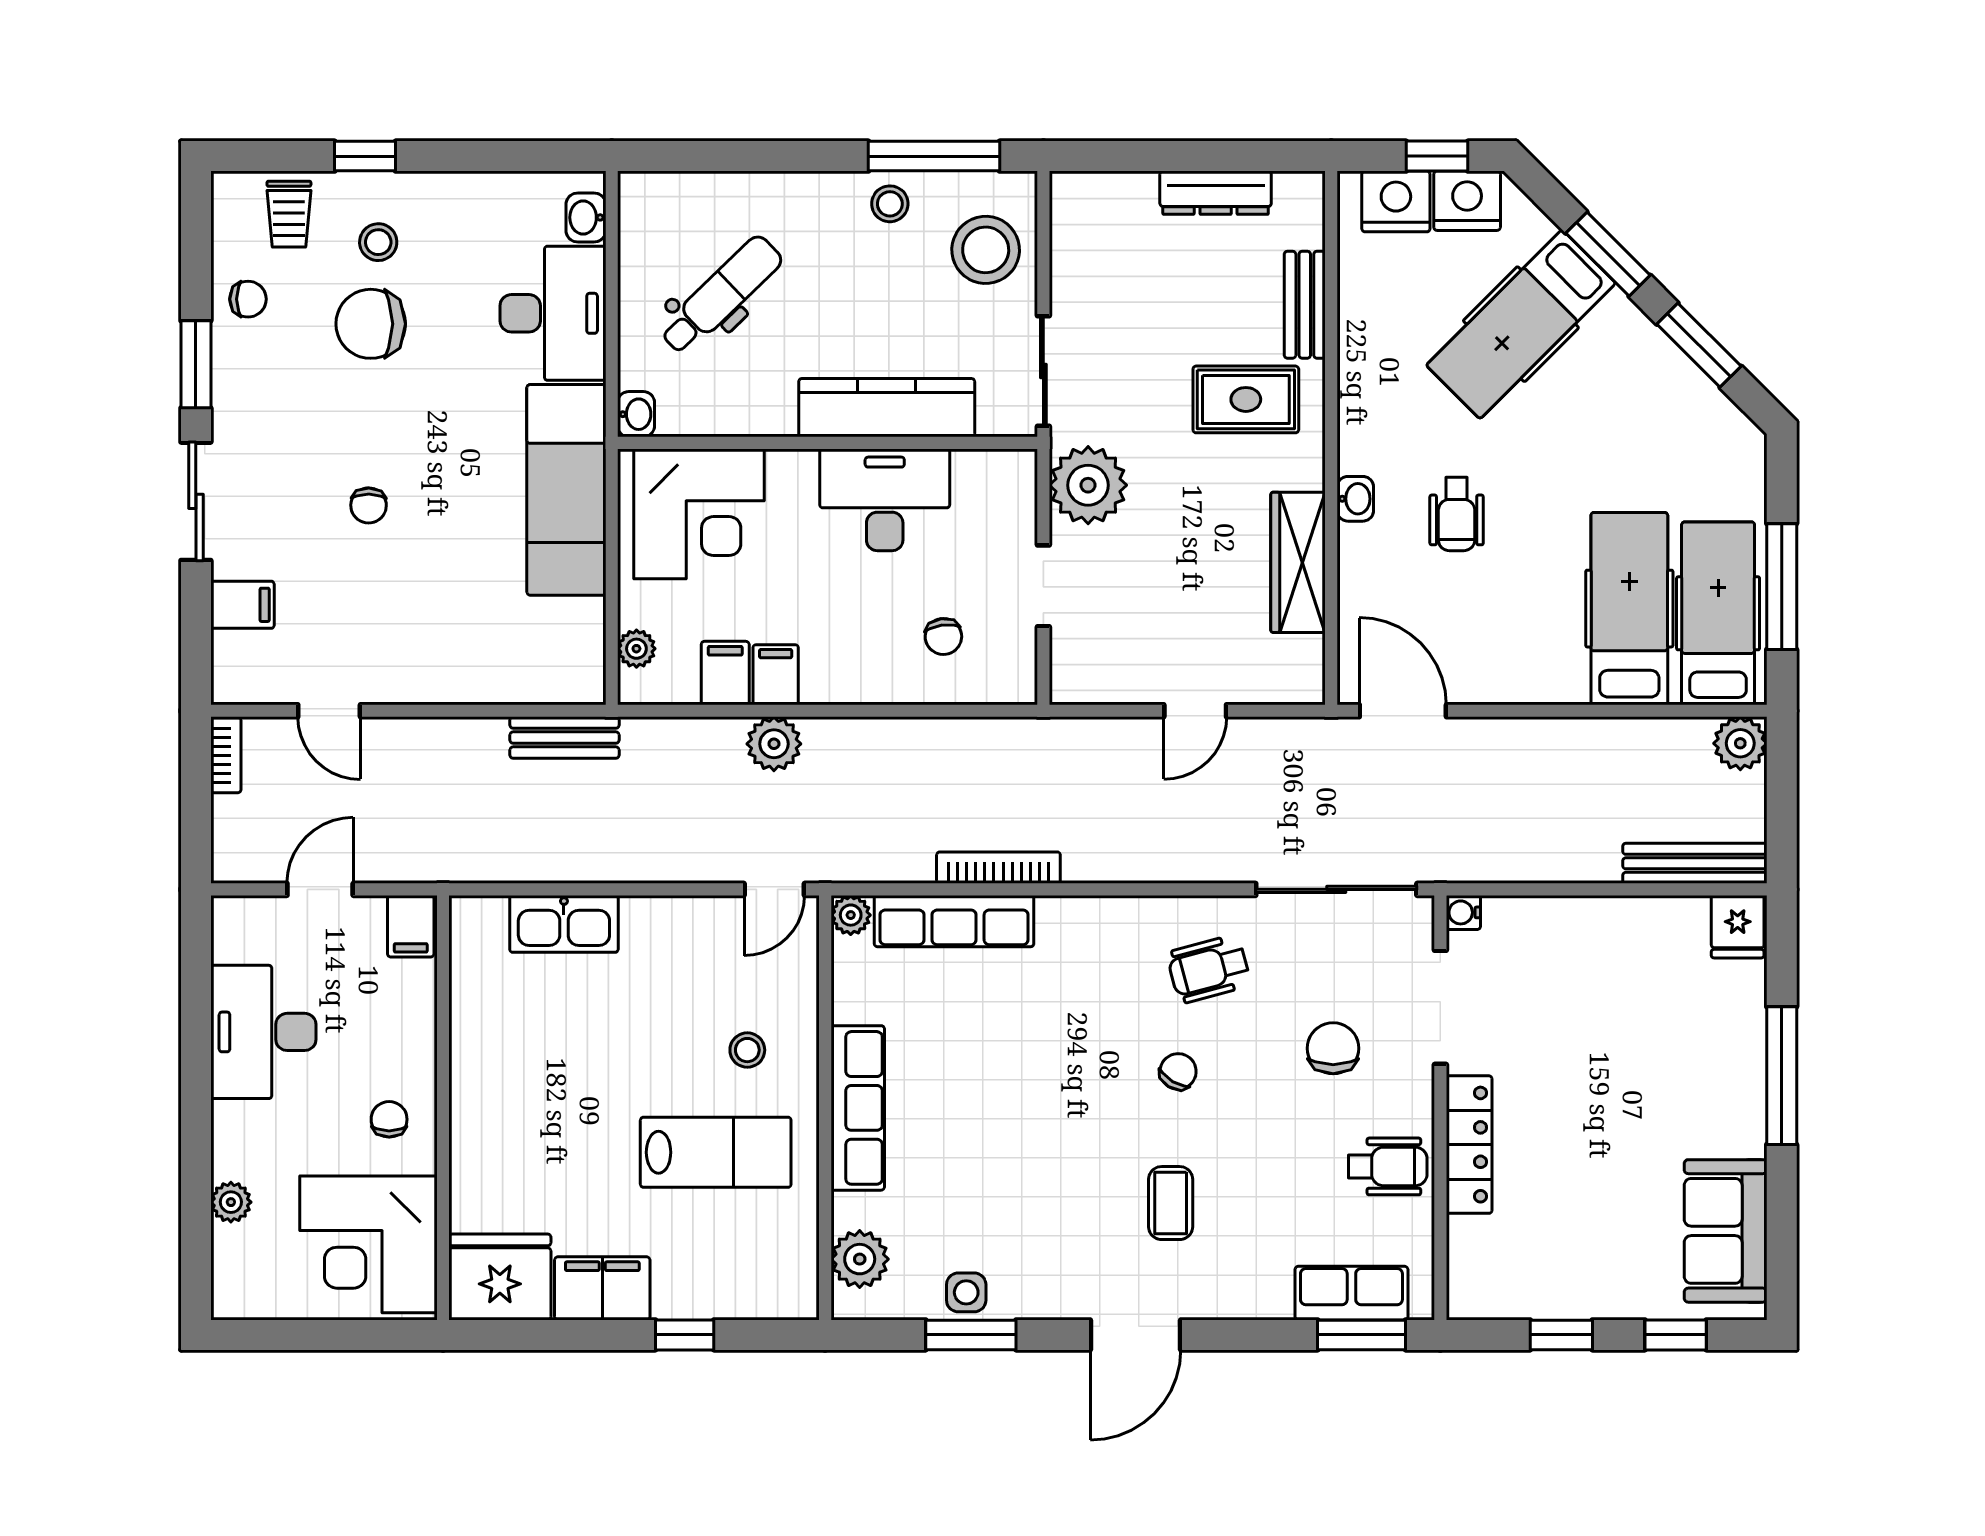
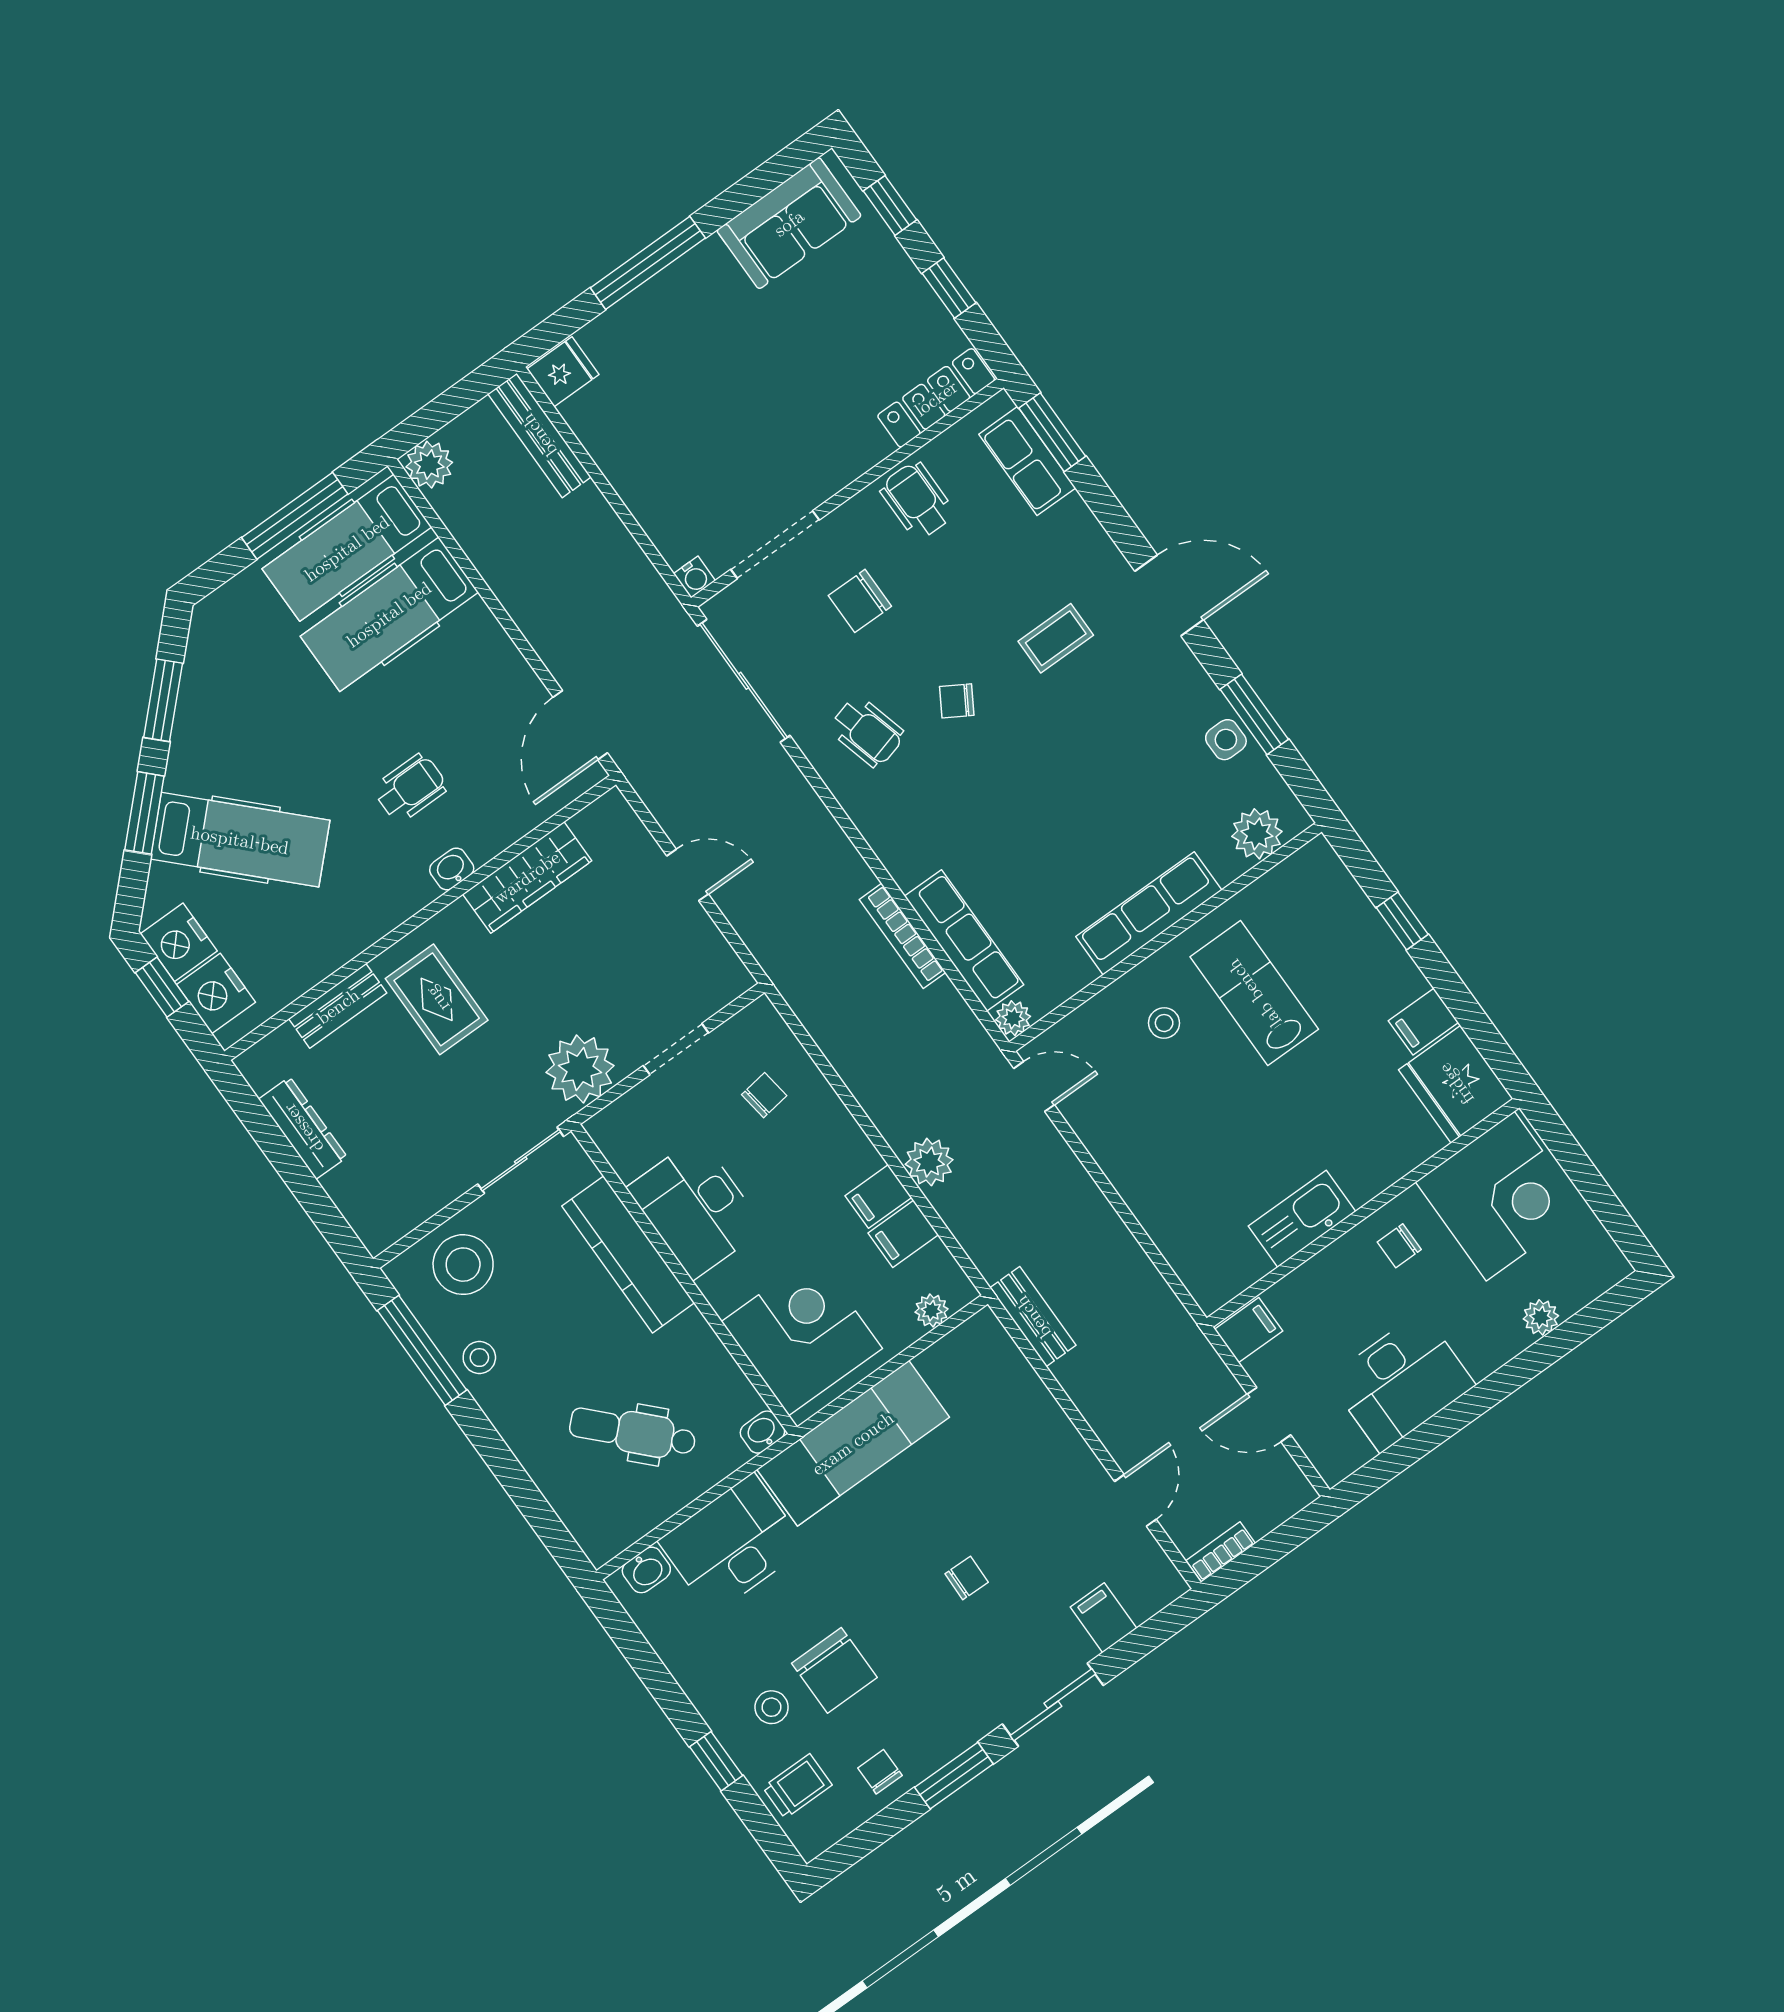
kitchen sink: (564, 924) -> (1302, 1219), moved, turned -90
locker: (1469, 1145) -> (936, 398), moved
filing cabinet: (602, 1288) -> (1423, 1022), width x0.50

